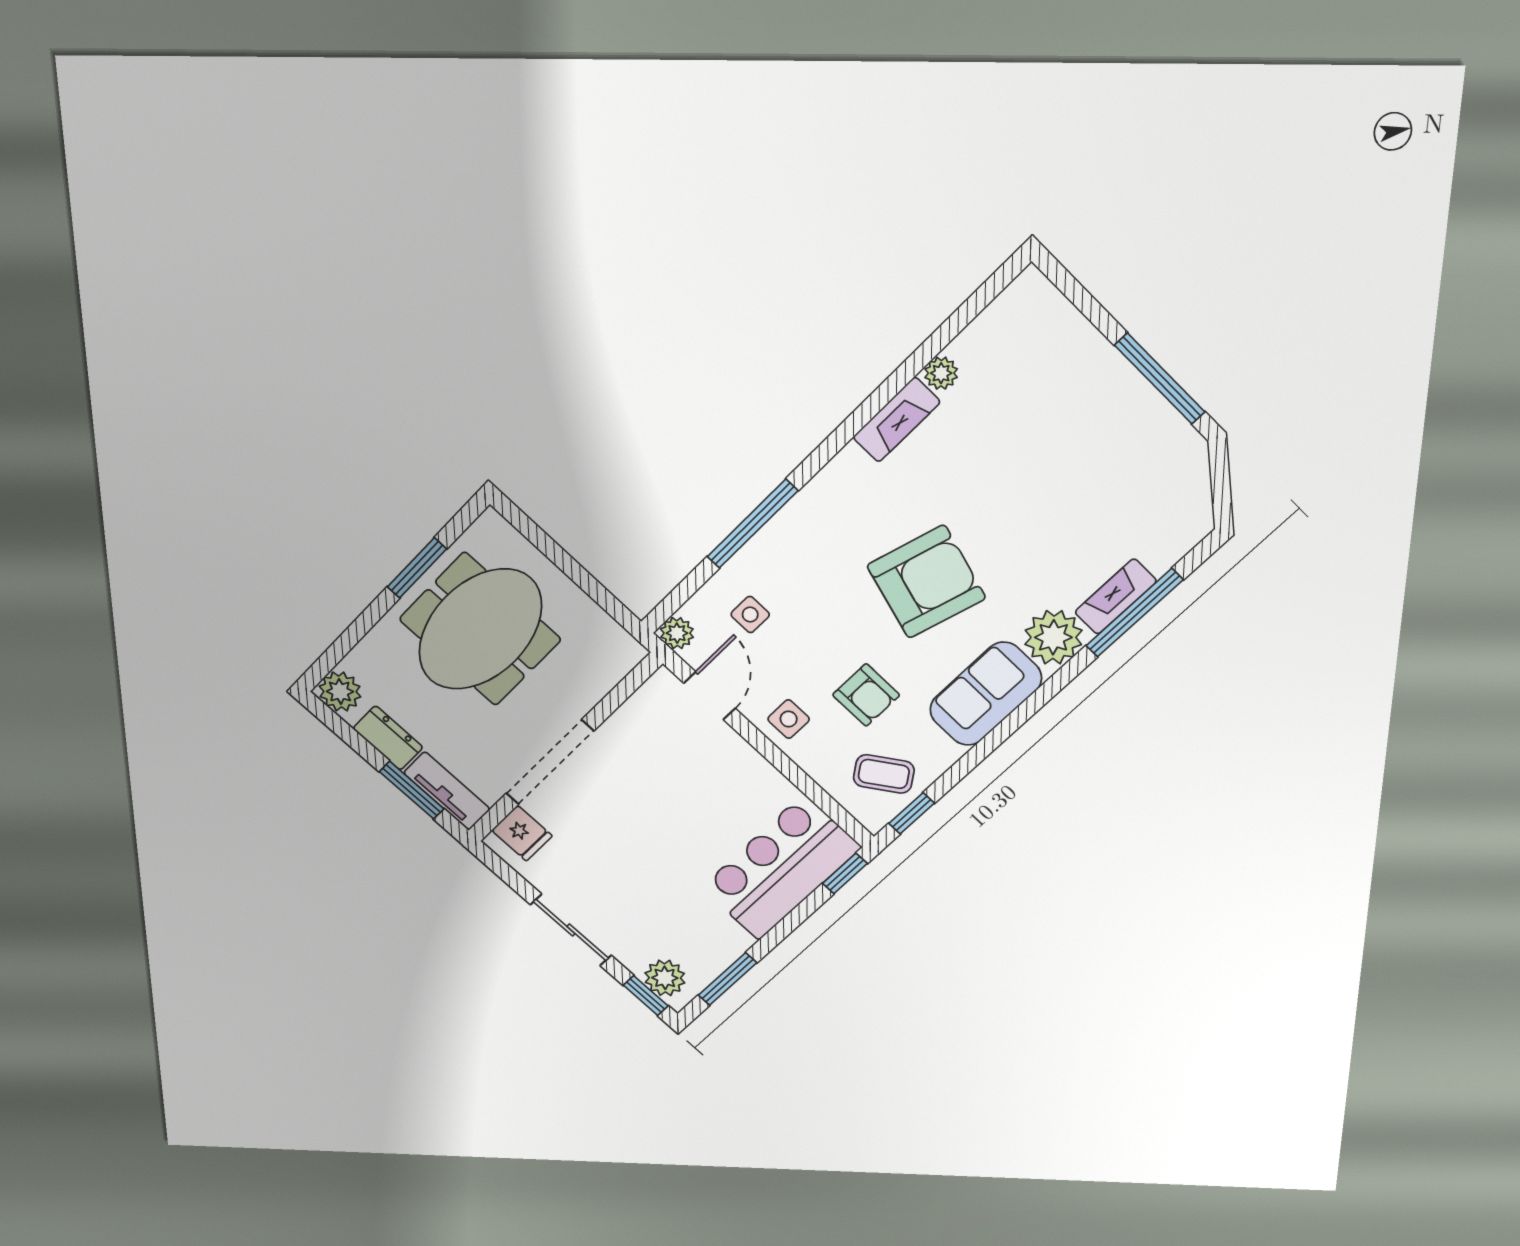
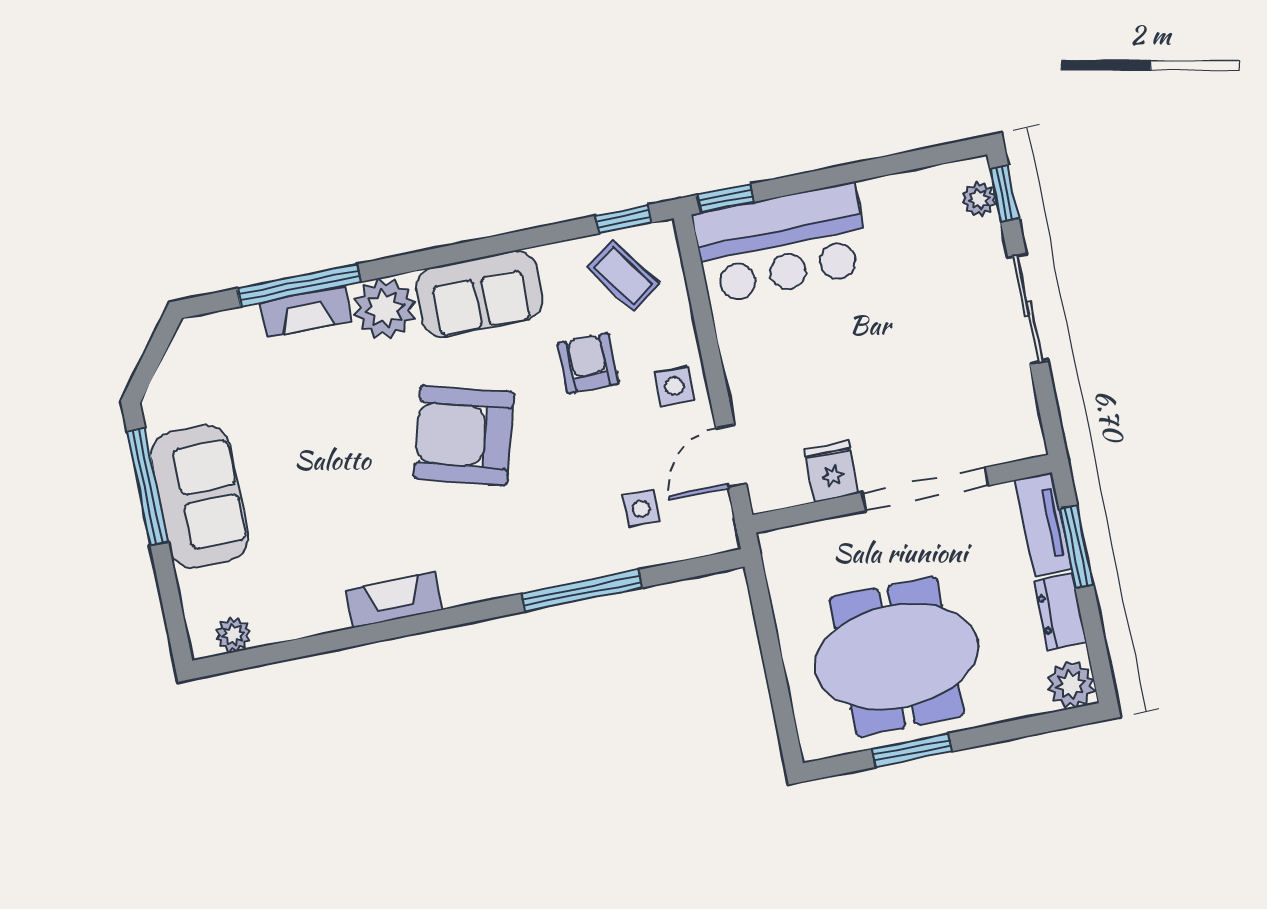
plant: (941, 373) -> (233, 635), moved
sofa: (1111, 399) -> (199, 497), added
plant: (677, 633) -> (719, 535), removed
fridge: (522, 833) -> (832, 472), moved
plant: (665, 978) -> (979, 199), width x0.73, depth x0.73
window: (728, 979) -> (913, 160), removed

